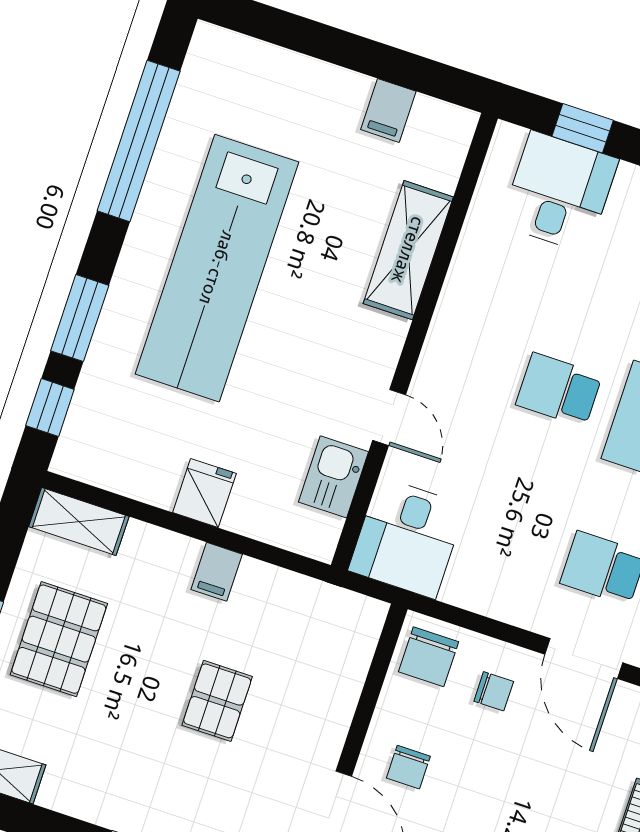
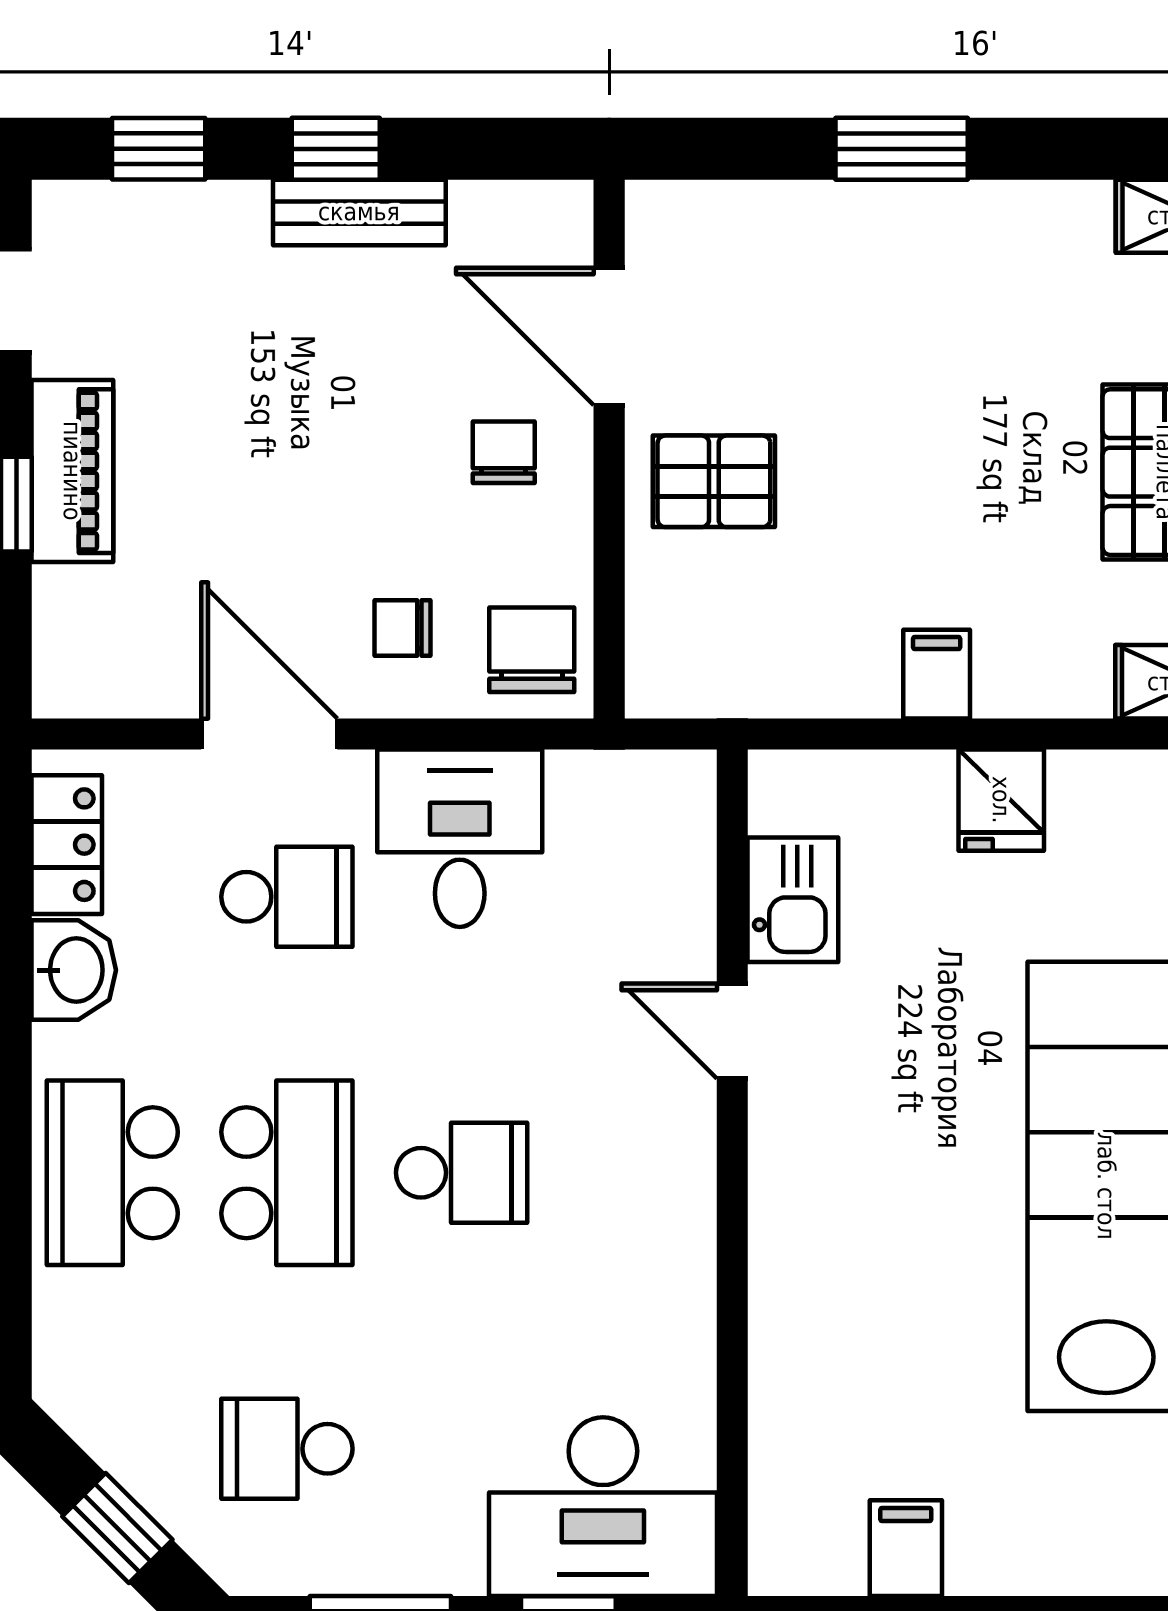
desk: (559, 192) -> (603, 1507), width x1.37
shelving: (408, 250) -> (794, 1324), removed
desk: (407, 538) -> (460, 838), moved
pallet: (217, 701) -> (714, 481), moved, turned 90

